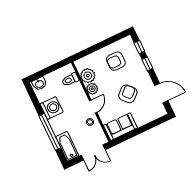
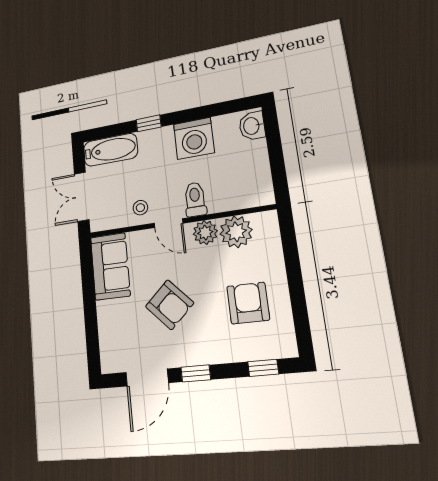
window: (147, 64) -> (196, 373), moved
toilet: (70, 80) -> (195, 199), moved
window: (50, 132) -> (149, 123), width x0.32

